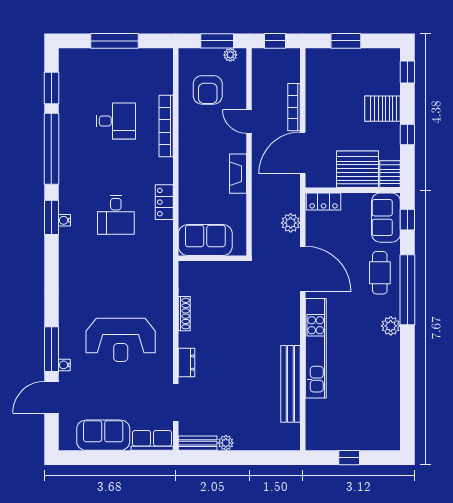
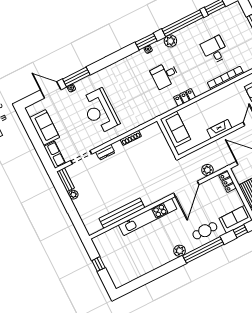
desk: (116, 121) -> (215, 50), turned 180
plant: (69, 180) -> (170, 41), added

